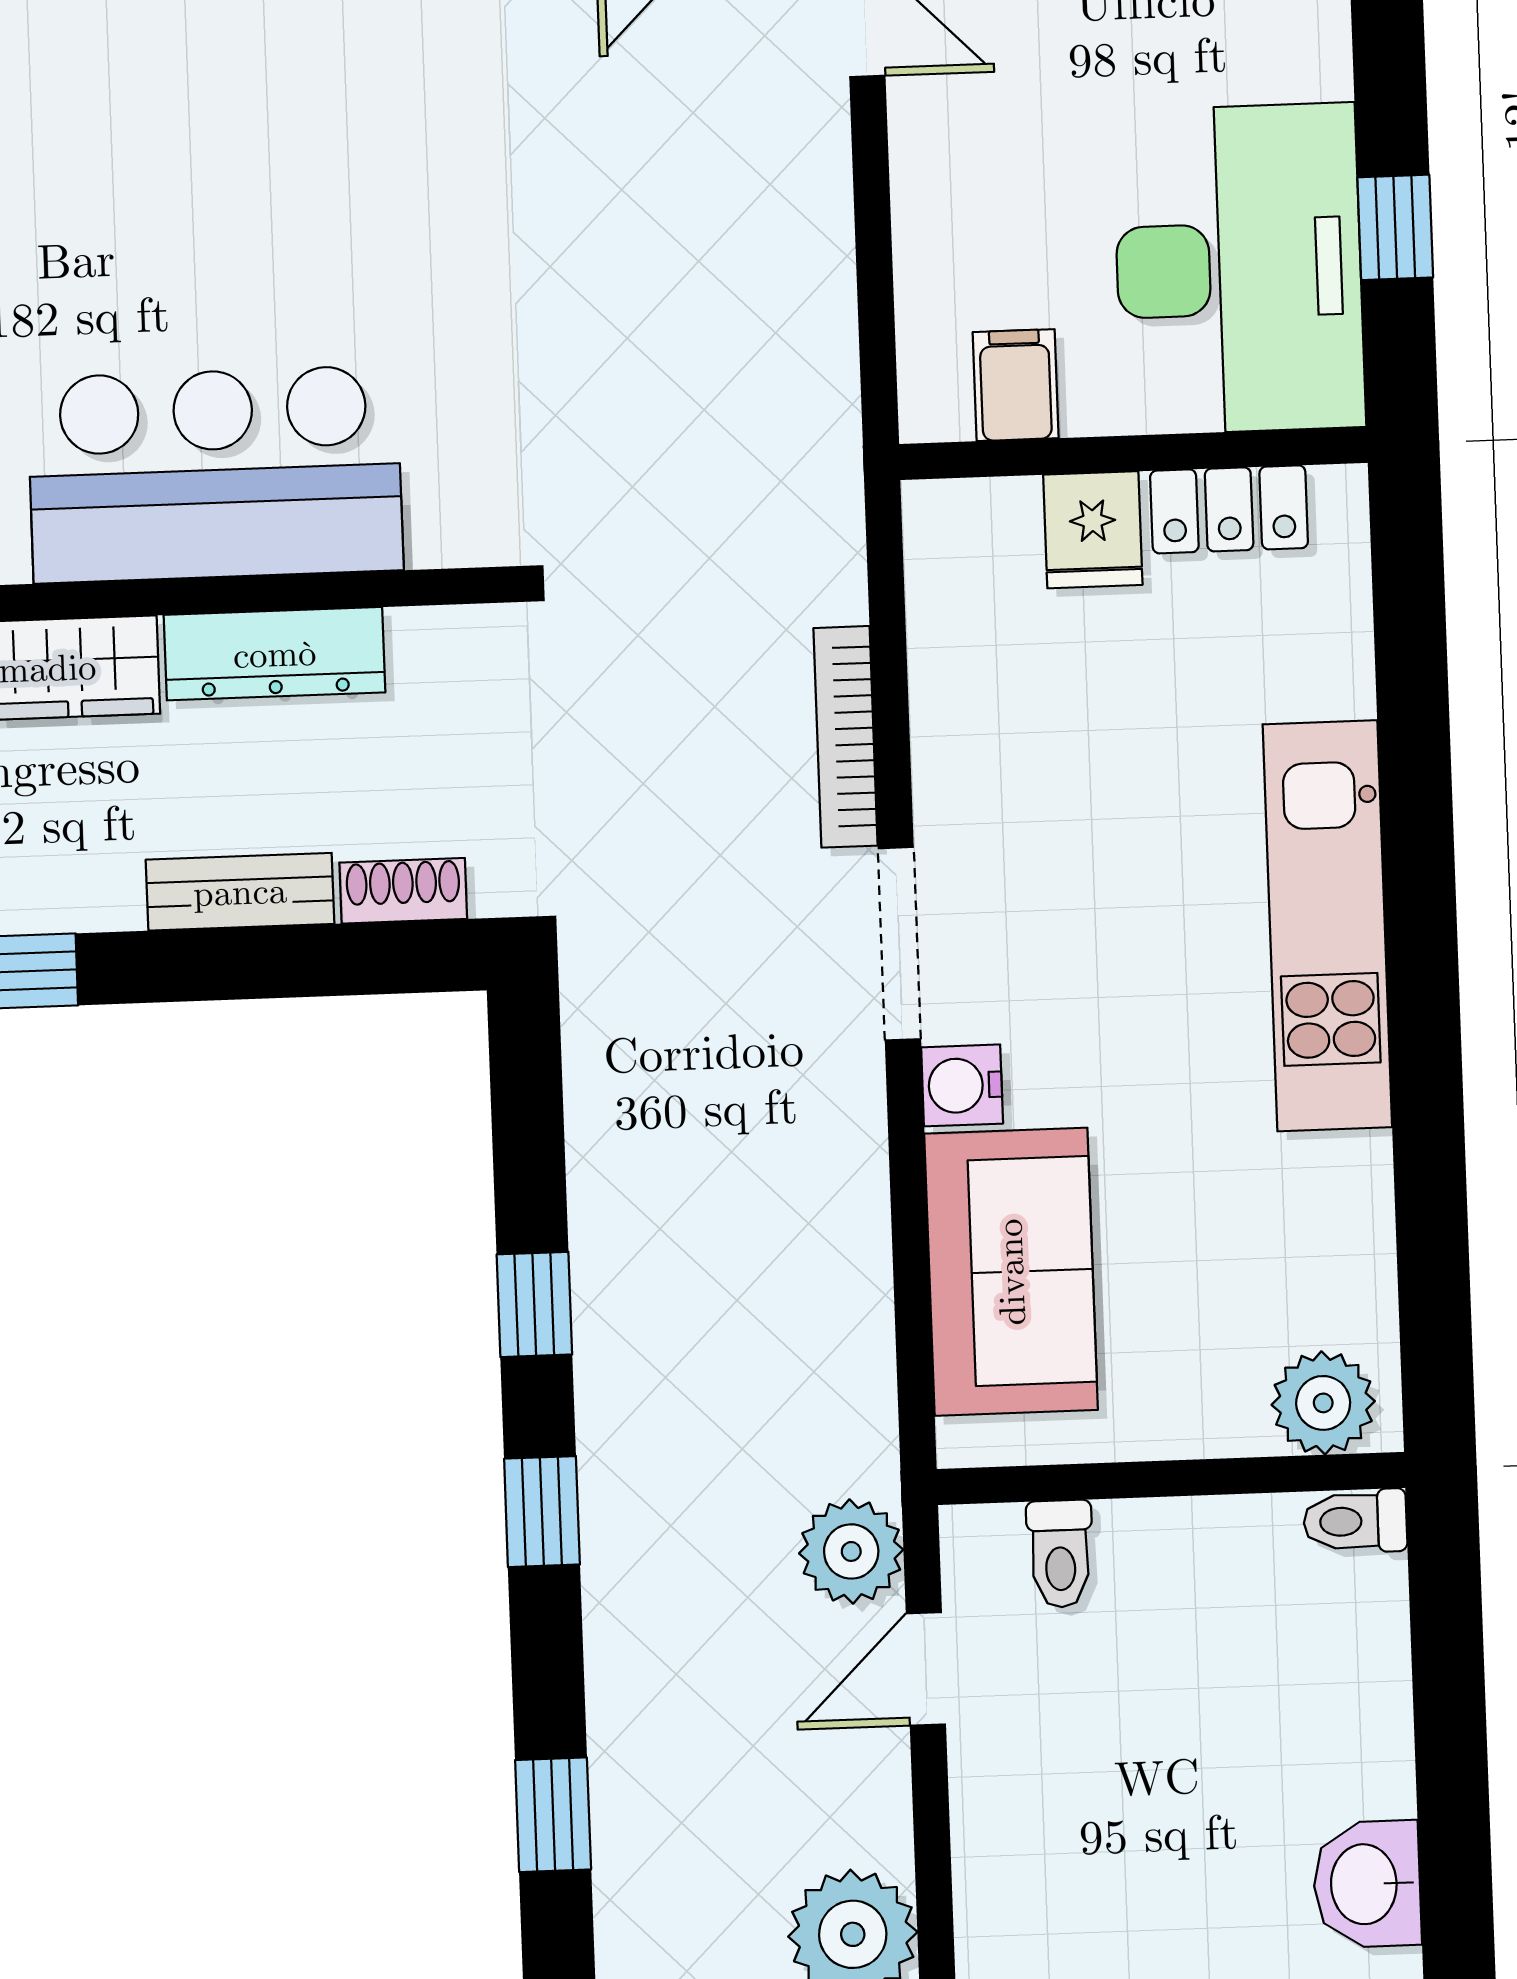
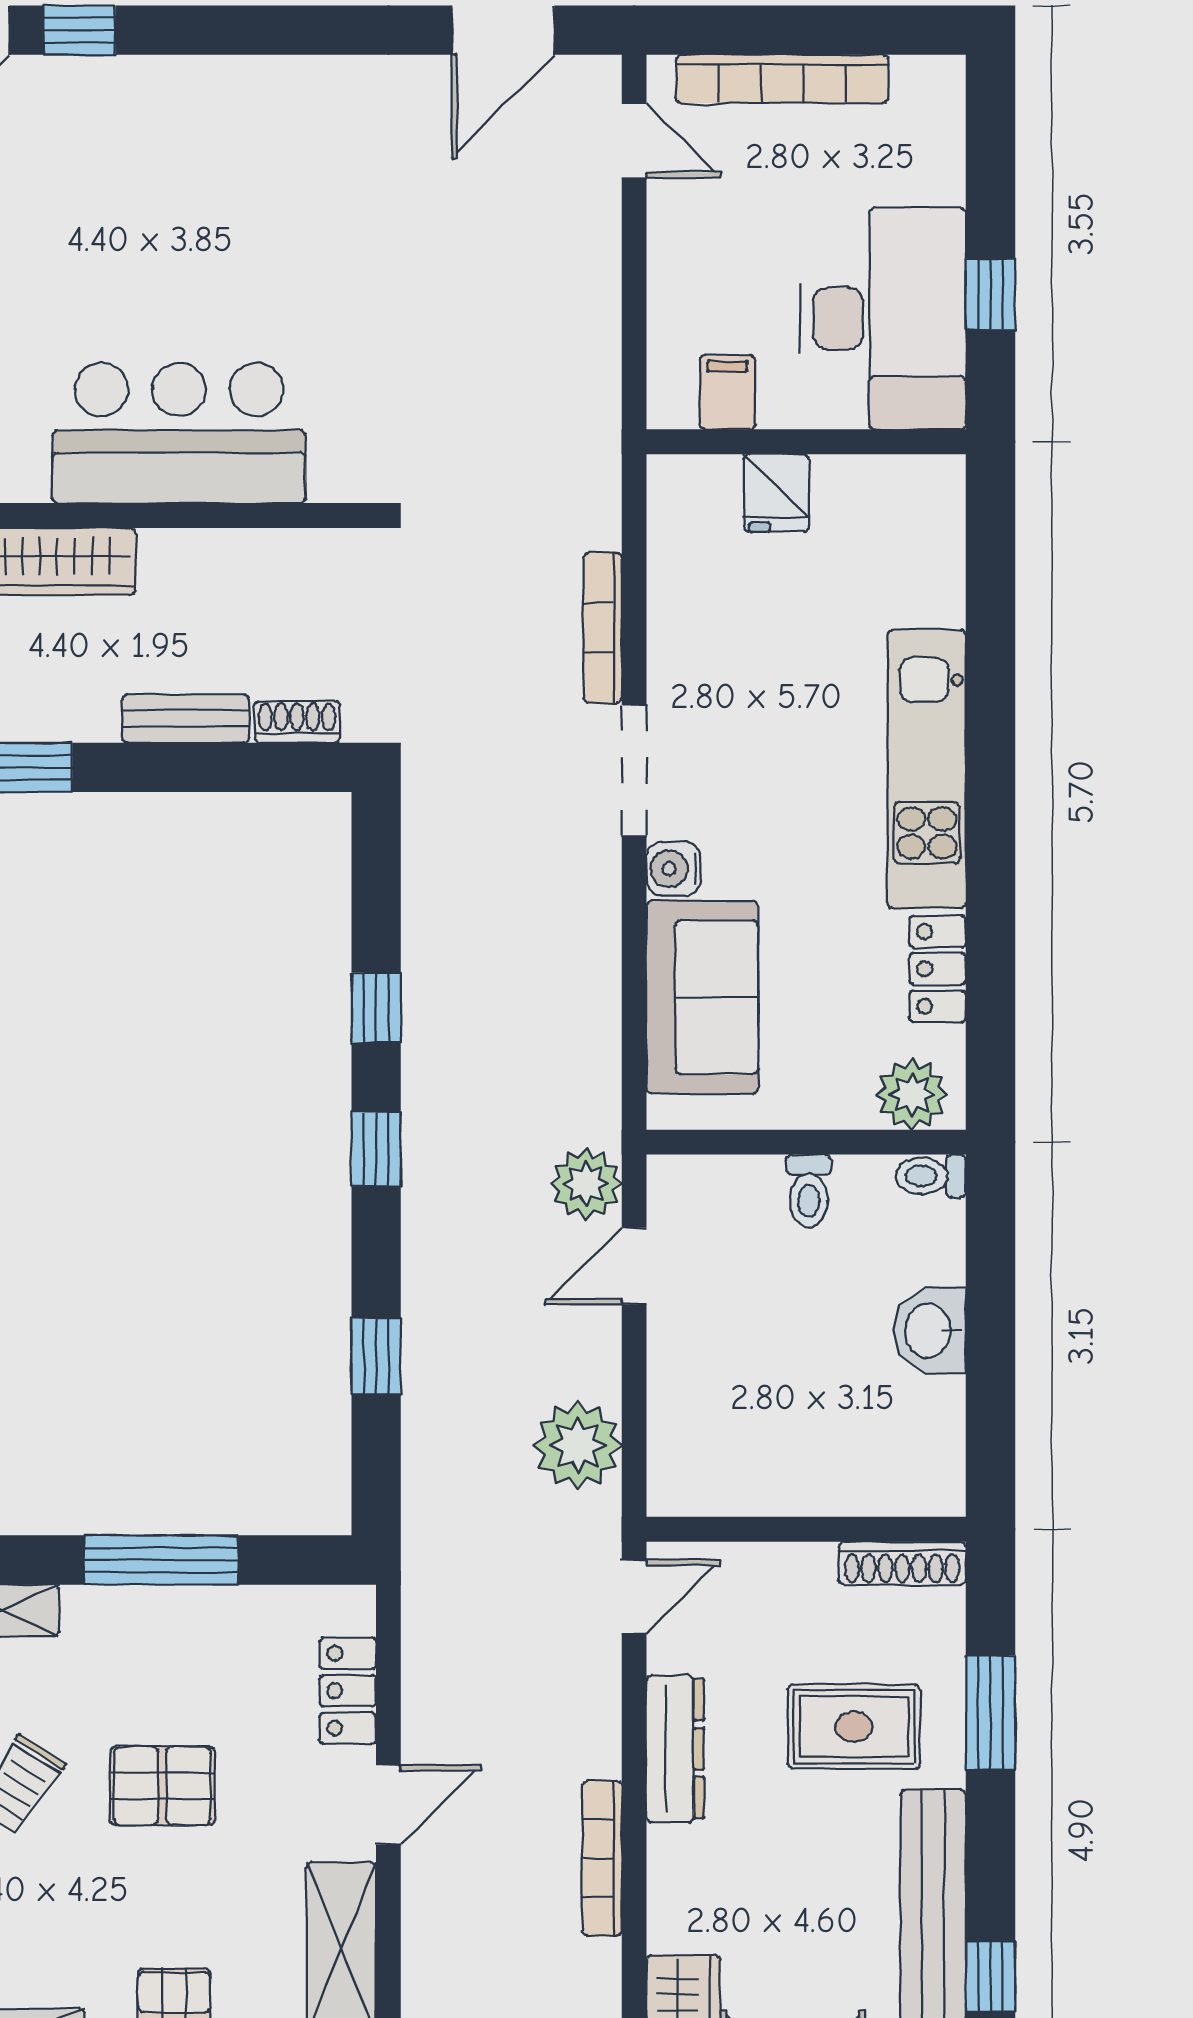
locker: (1229, 509) -> (938, 969), moved, turned 90
dresser: (275, 654) -> (215, 557), removed
toilet: (1060, 1554) -> (809, 1191), moved
washbasin: (1367, 1884) -> (930, 1330), moved

